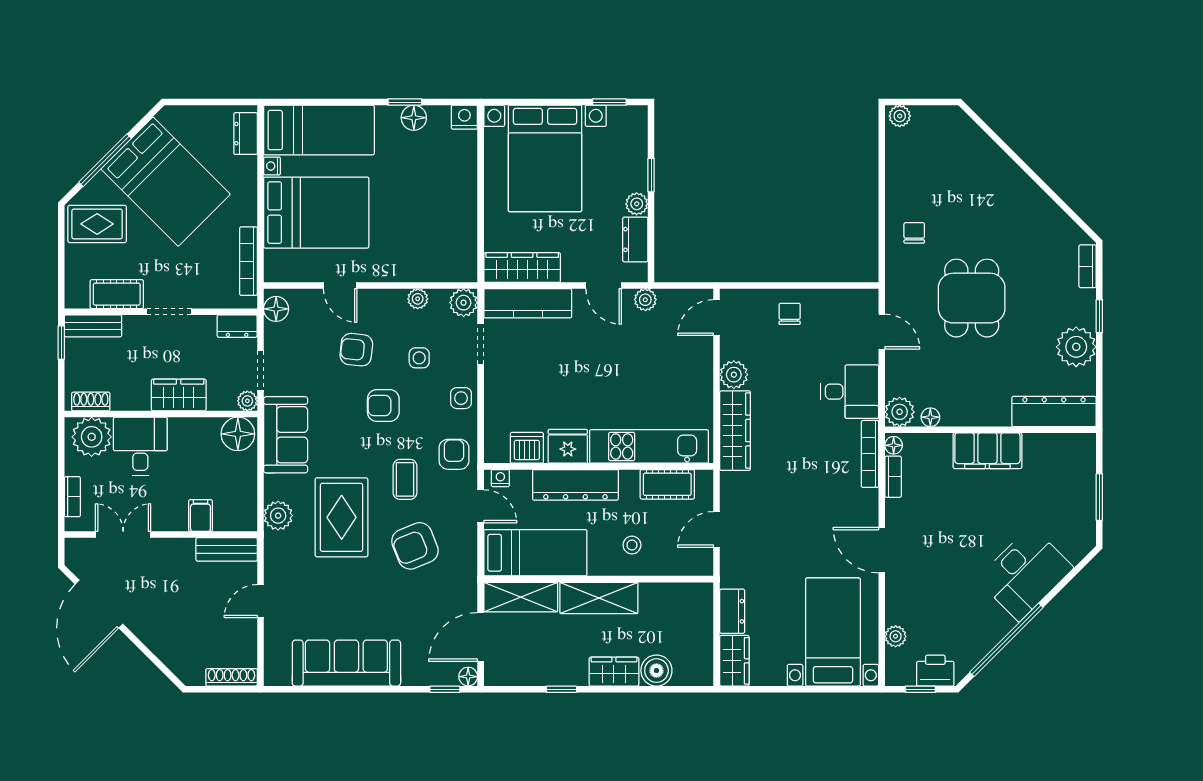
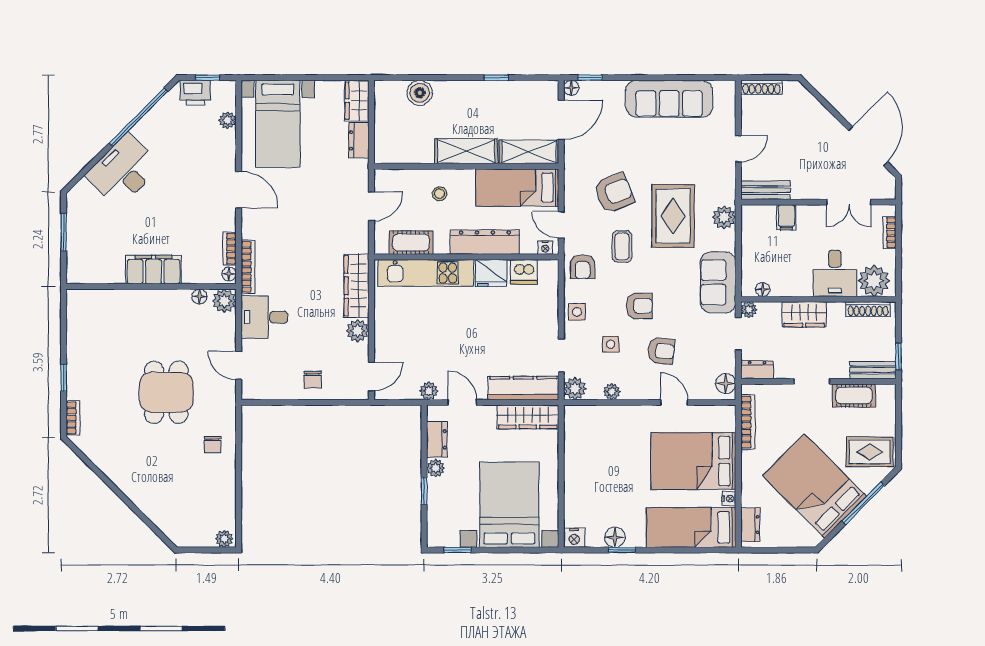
plant: (1076, 347) -> (82, 353), removed
shoe rack: (91, 401) -> (868, 309), width x1.43
dresser: (1054, 411) -> (100, 301), removed
floor lamp: (238, 434) -> (763, 289), width x0.53, depth x0.53
wardrobe: (614, 672) -> (454, 92), removed

